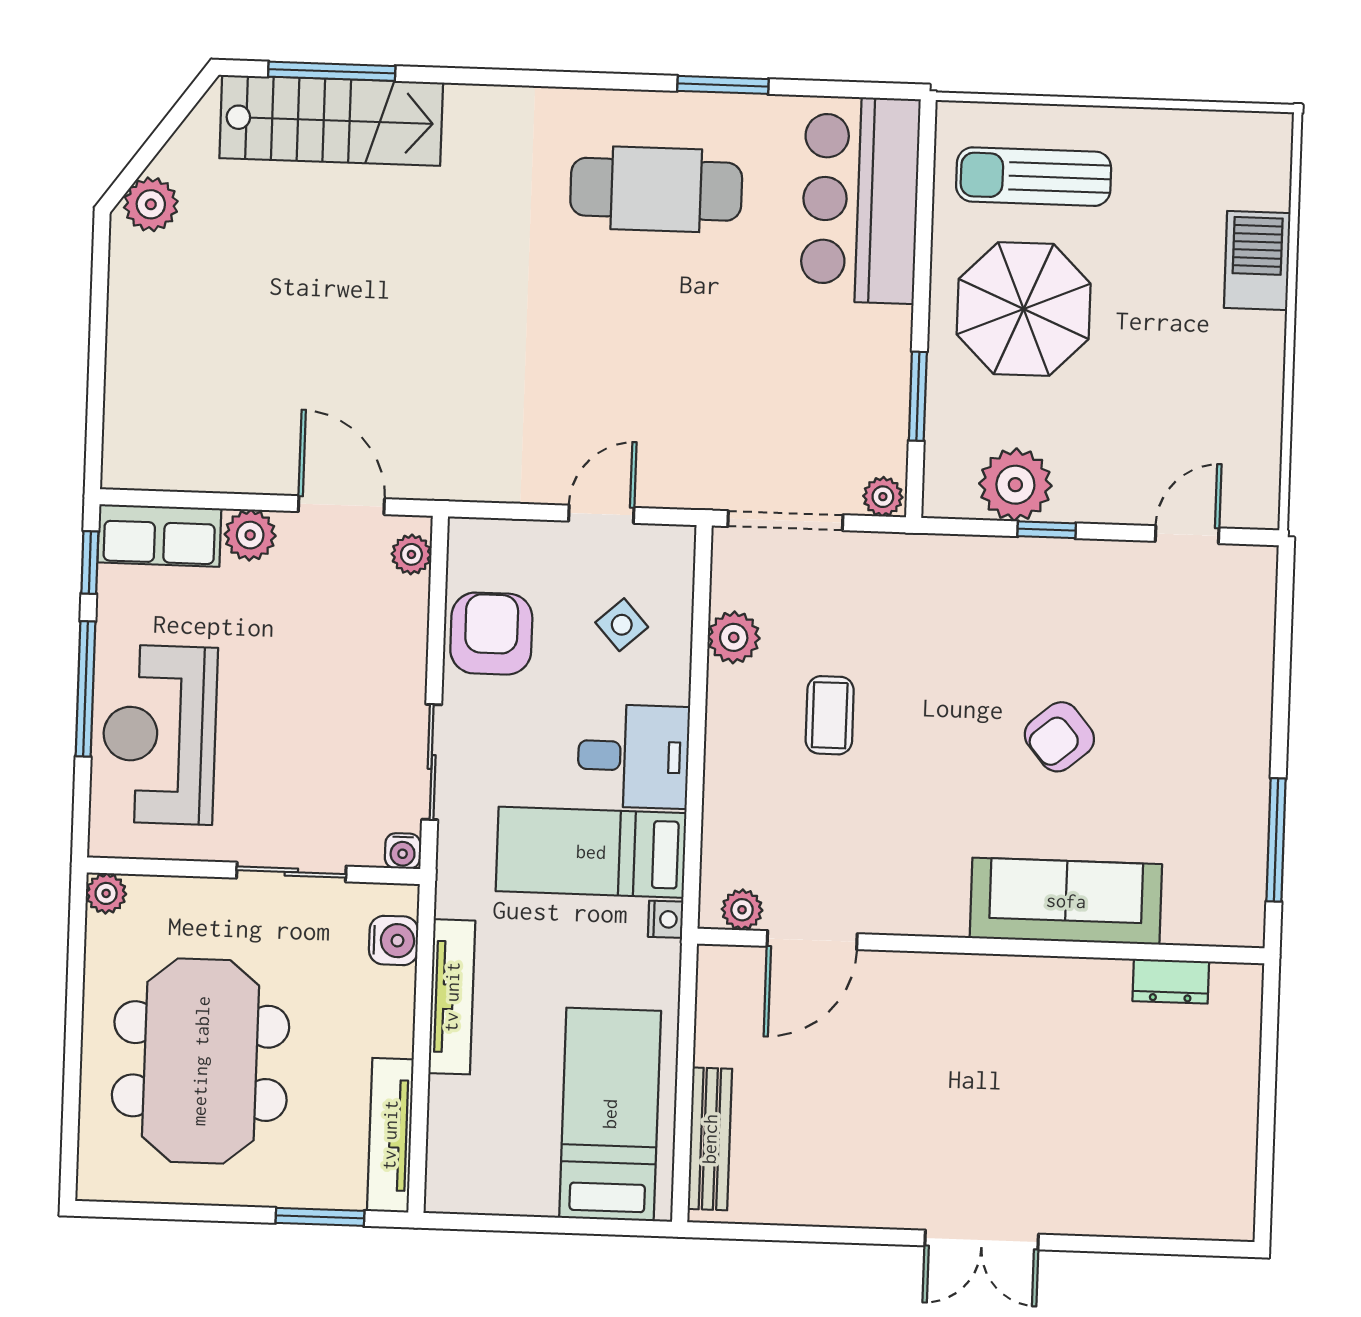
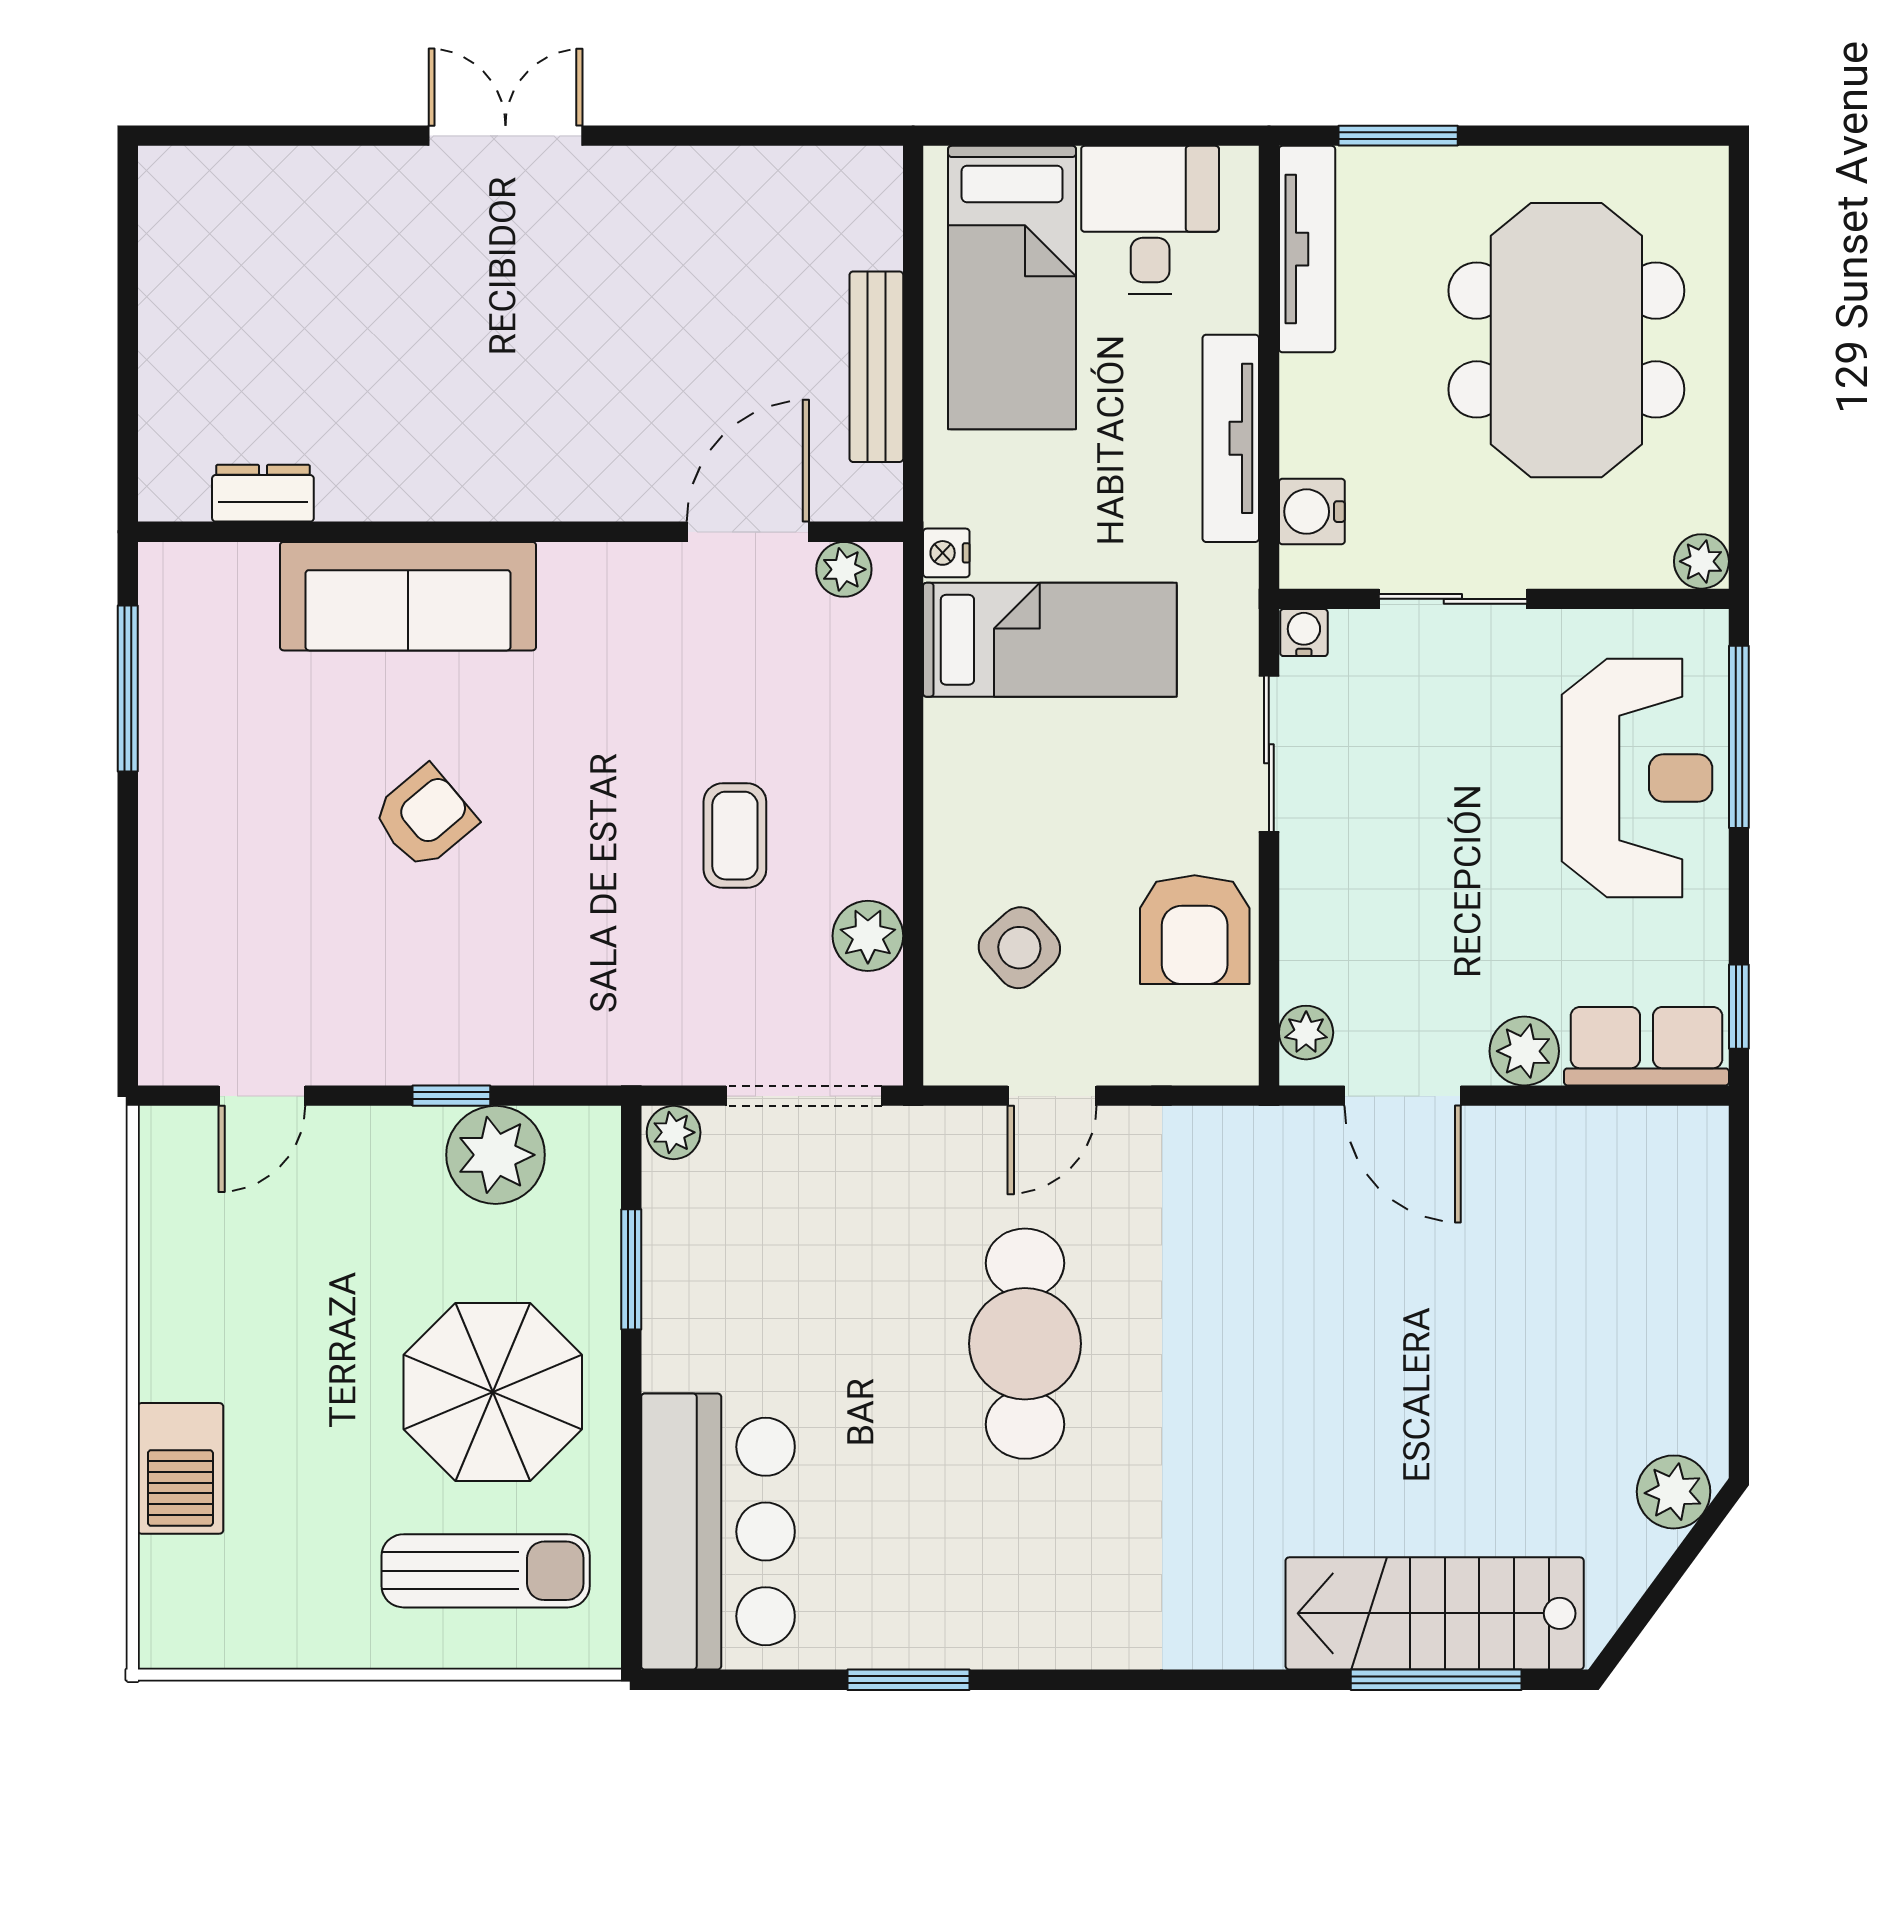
cafe table: (656, 189) -> (1025, 1344), moved, turned 90
side table: (622, 625) -> (1019, 948), width x1.37, depth x1.37
window: (85, 689) -> (1739, 737), moved
desk: (633, 756) -> (1150, 220), moved, turned 90
bench: (710, 1139) -> (876, 367), moved

